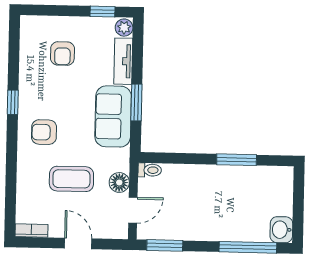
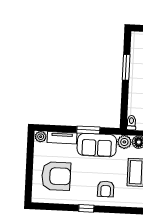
window: (102, 12) -> (30, 150), removed
armchair: (62, 53) -> (56, 176), width x1.88, depth x1.88
plant: (119, 160) -> (124, 142), added

